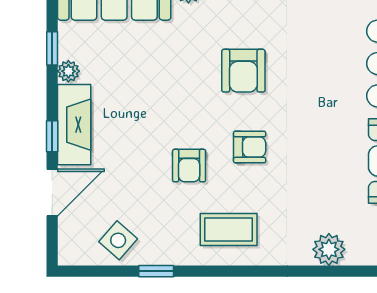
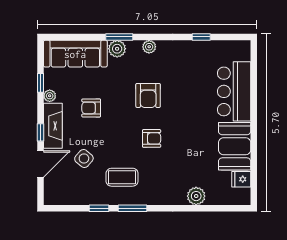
armchair: (189, 166) -> (91, 108), moved, turned 90
coffee table: (229, 229) -> (122, 177), moved
side table: (118, 240) -> (84, 159), moved
window: (216, 271) -> (132, 208), added

